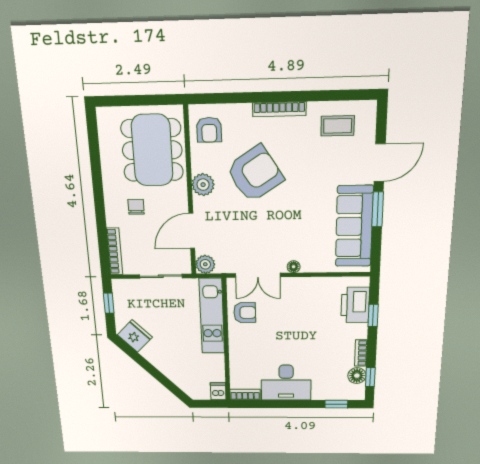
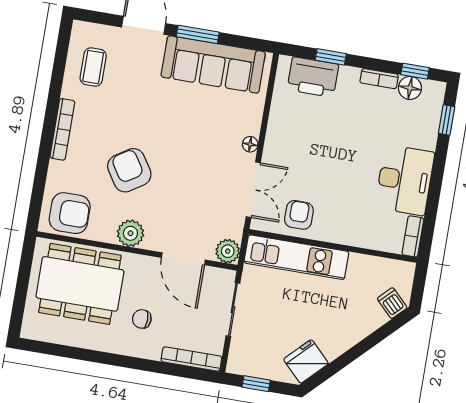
armchair: (209, 130) -> (70, 213), width x1.38, depth x1.38
armchair: (255, 174) -> (129, 170), width x0.73, depth x0.73
dishwasher: (218, 391) -> (392, 303), moved, turned 45

